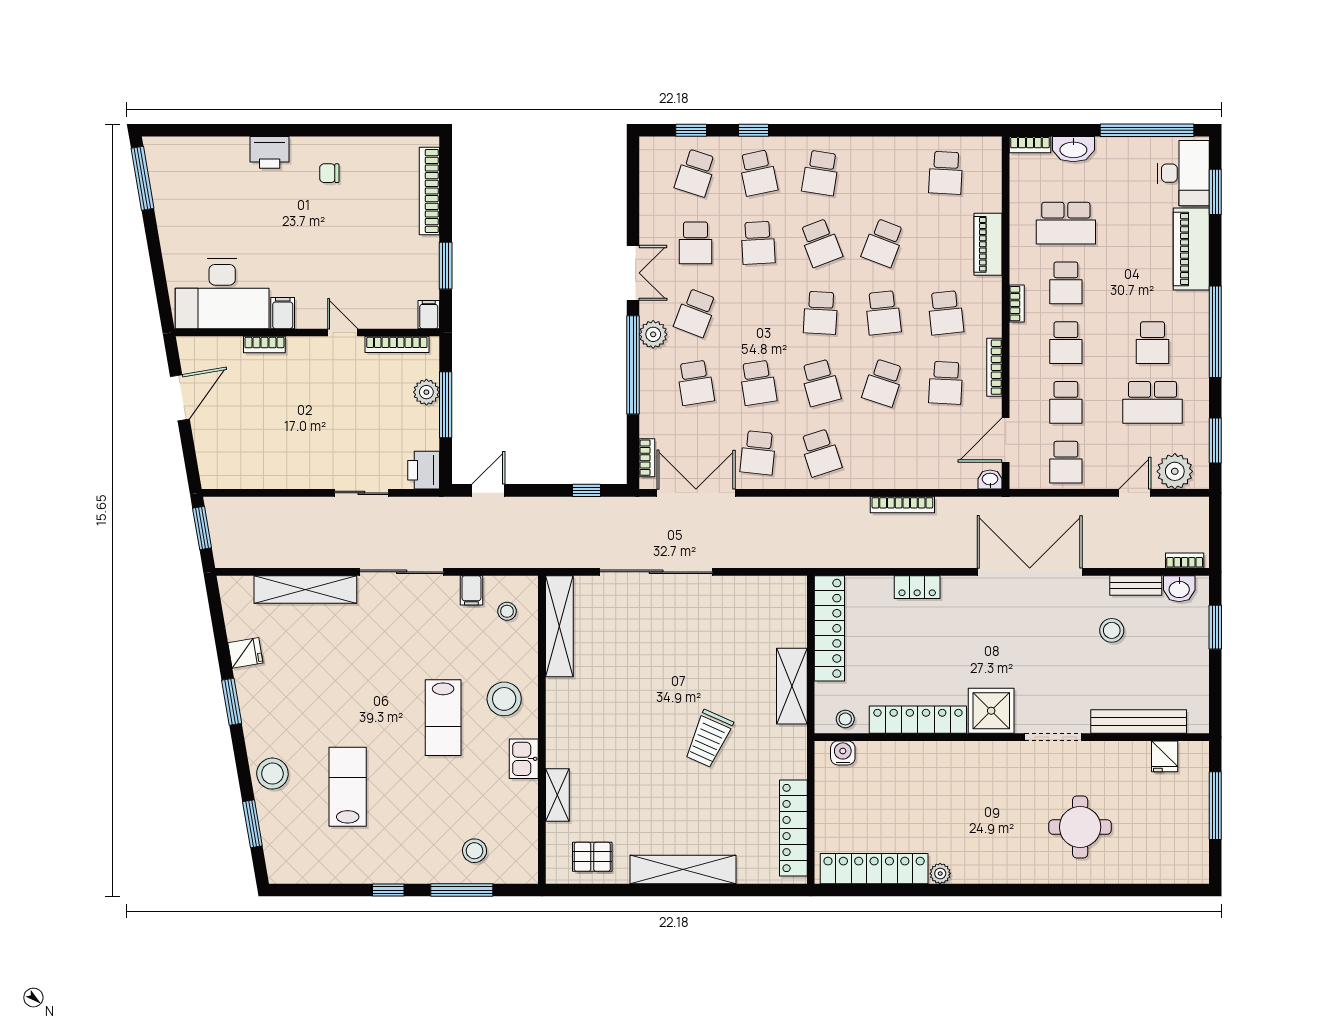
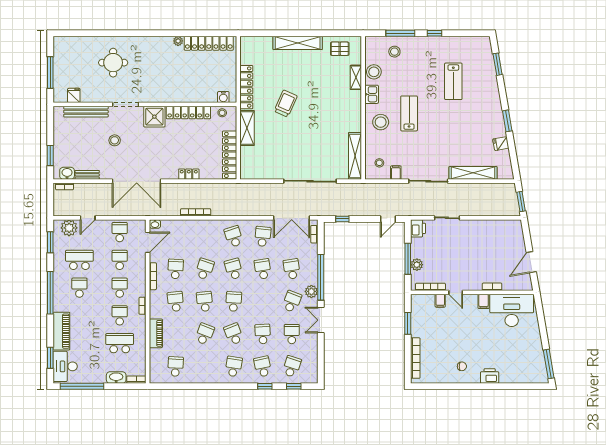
filing cabinet: (429, 315) -> (440, 301), moved
stool: (1112, 630) -> (115, 140), moved
stool: (272, 774) -> (374, 72), moved
locker: (793, 828) -> (246, 87), moved

